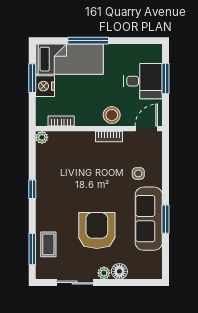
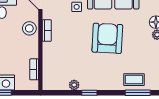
plant: (42, 137) -> (74, 85), moved
armchair: (97, 231) -> (107, 38), moved, turned 93

